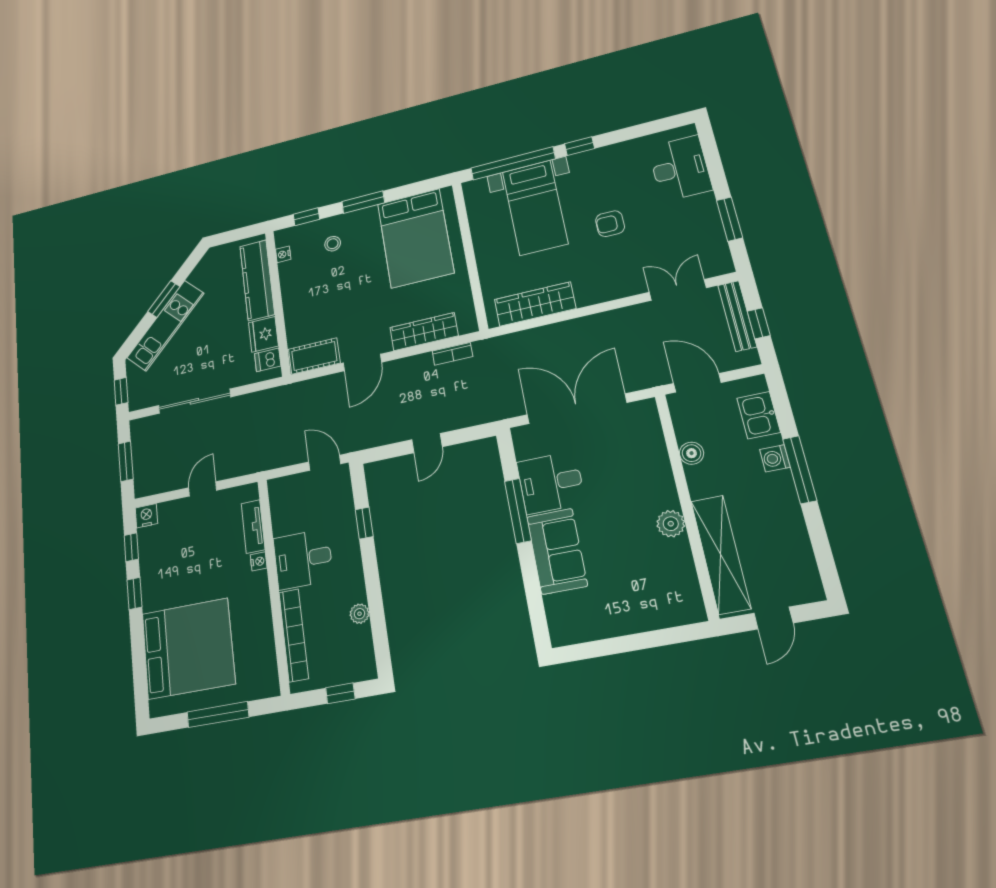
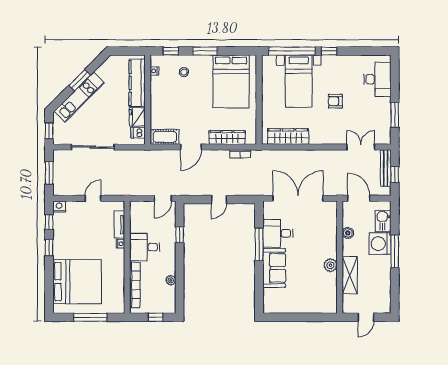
washing machine: (775, 458) -> (380, 244), width x1.89, depth x1.89
door: (325, 463) -> (163, 198), swing flipped
shelving: (721, 554) -> (350, 275), width x0.68

